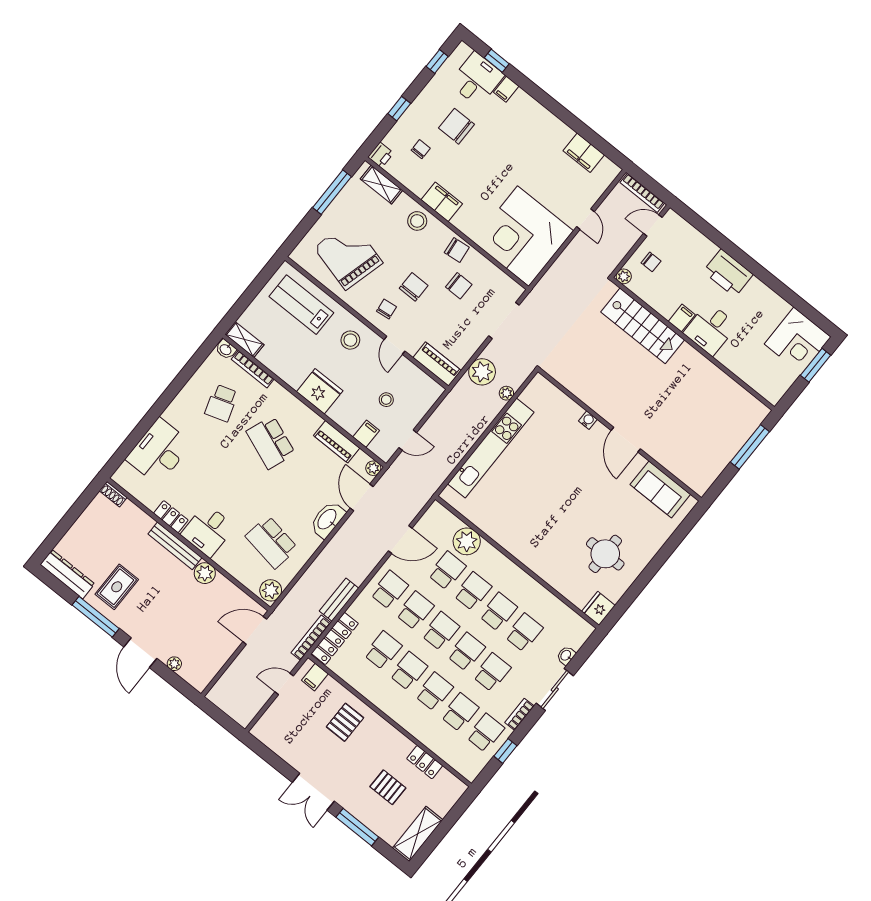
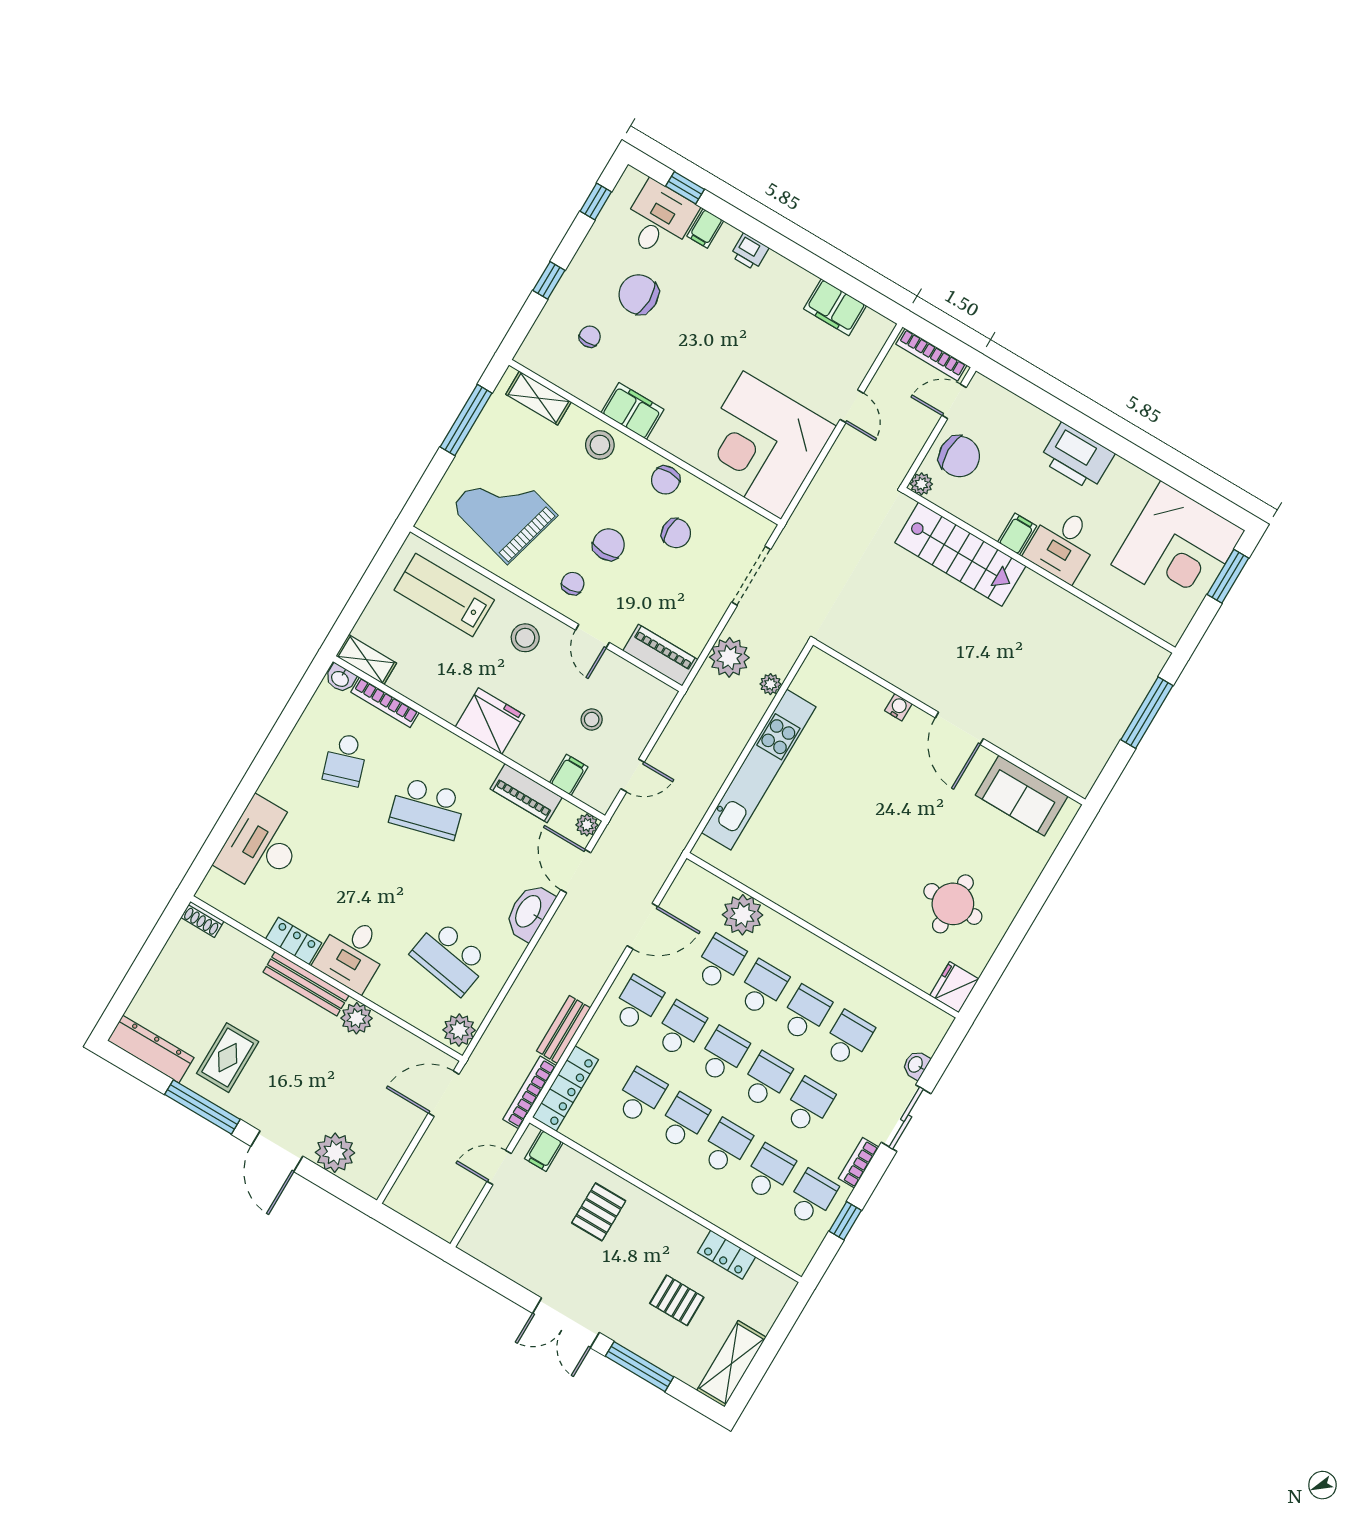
printer: (381, 155) -> (750, 252), moved, turned 90
chair: (457, 250) -> (665, 480), turned 96
chair: (651, 262) -> (959, 456), width x1.87, depth x1.87
corner desk: (798, 340) -> (1178, 547), width x1.36, depth x1.36
school desk: (271, 443) -> (428, 808), turned -36
plant: (174, 664) -> (335, 1153), width x1.88, depth x1.88

